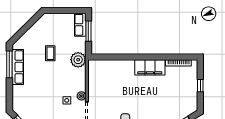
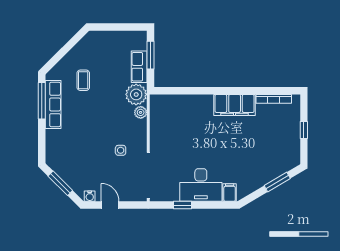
row of seats: (80, 25) -> (139, 67), moved
coffee table: (50, 53) -> (83, 80), moved
plant: (81, 96) -> (141, 112), moved

